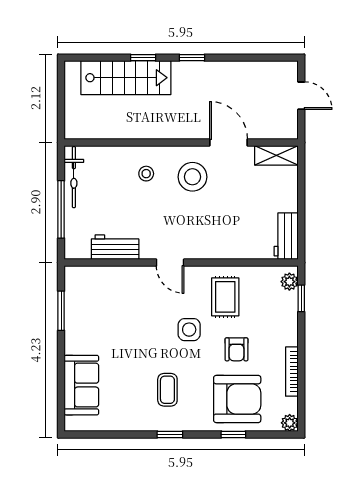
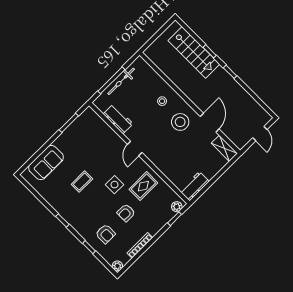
bicycle: (74, 177) -> (121, 81), moved
coffee table: (167, 390) -> (82, 182), moved
armchair: (237, 399) -> (105, 234), width x0.53, depth x0.53

